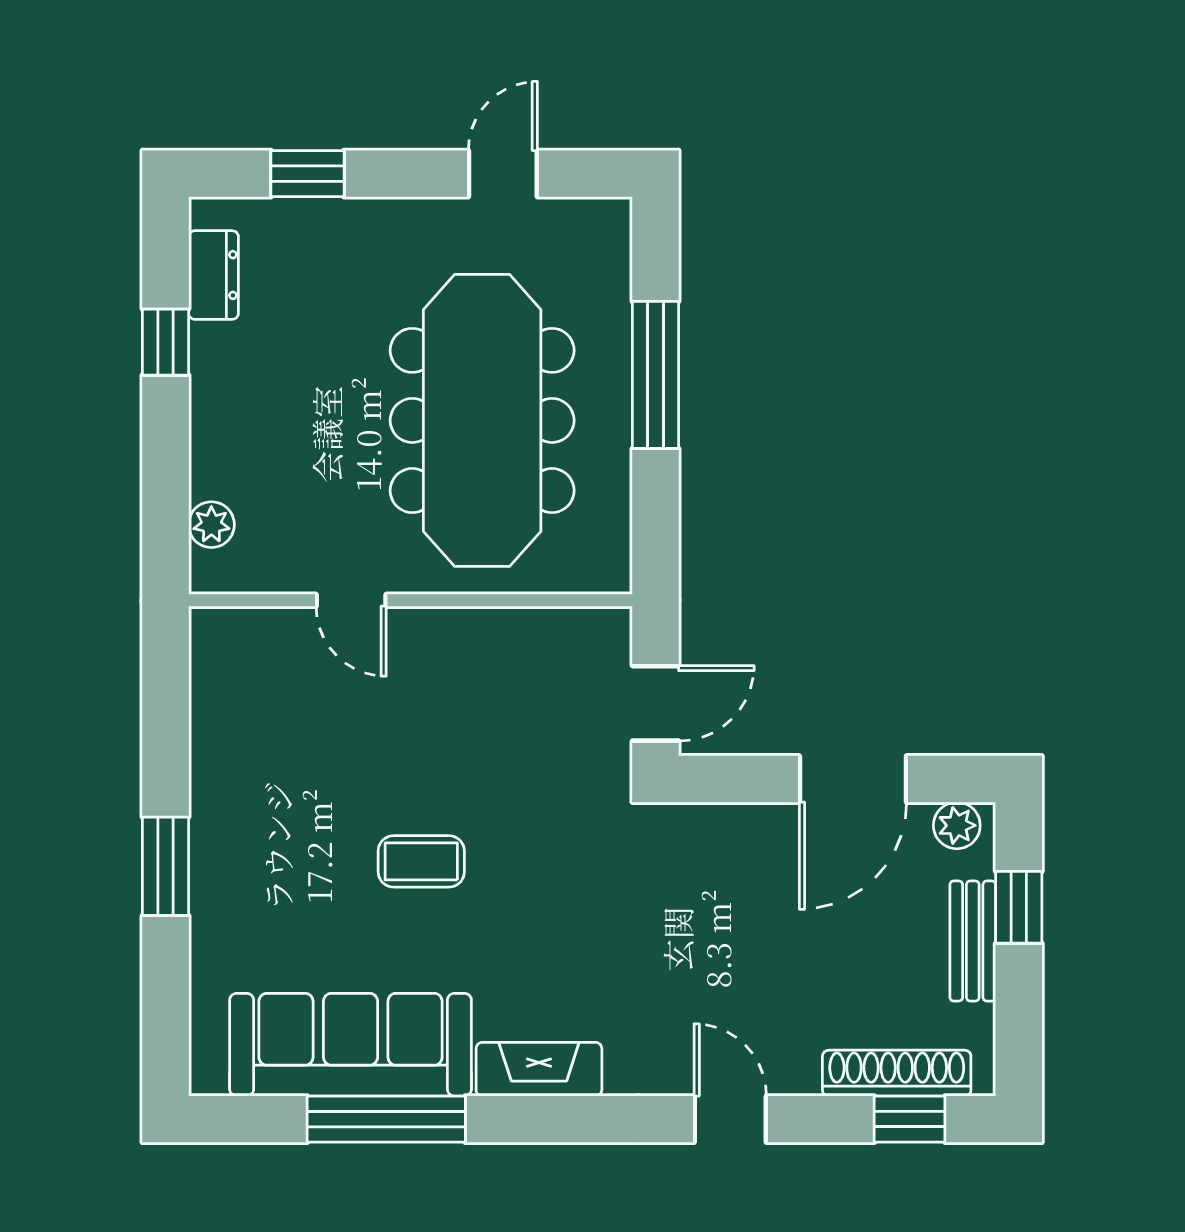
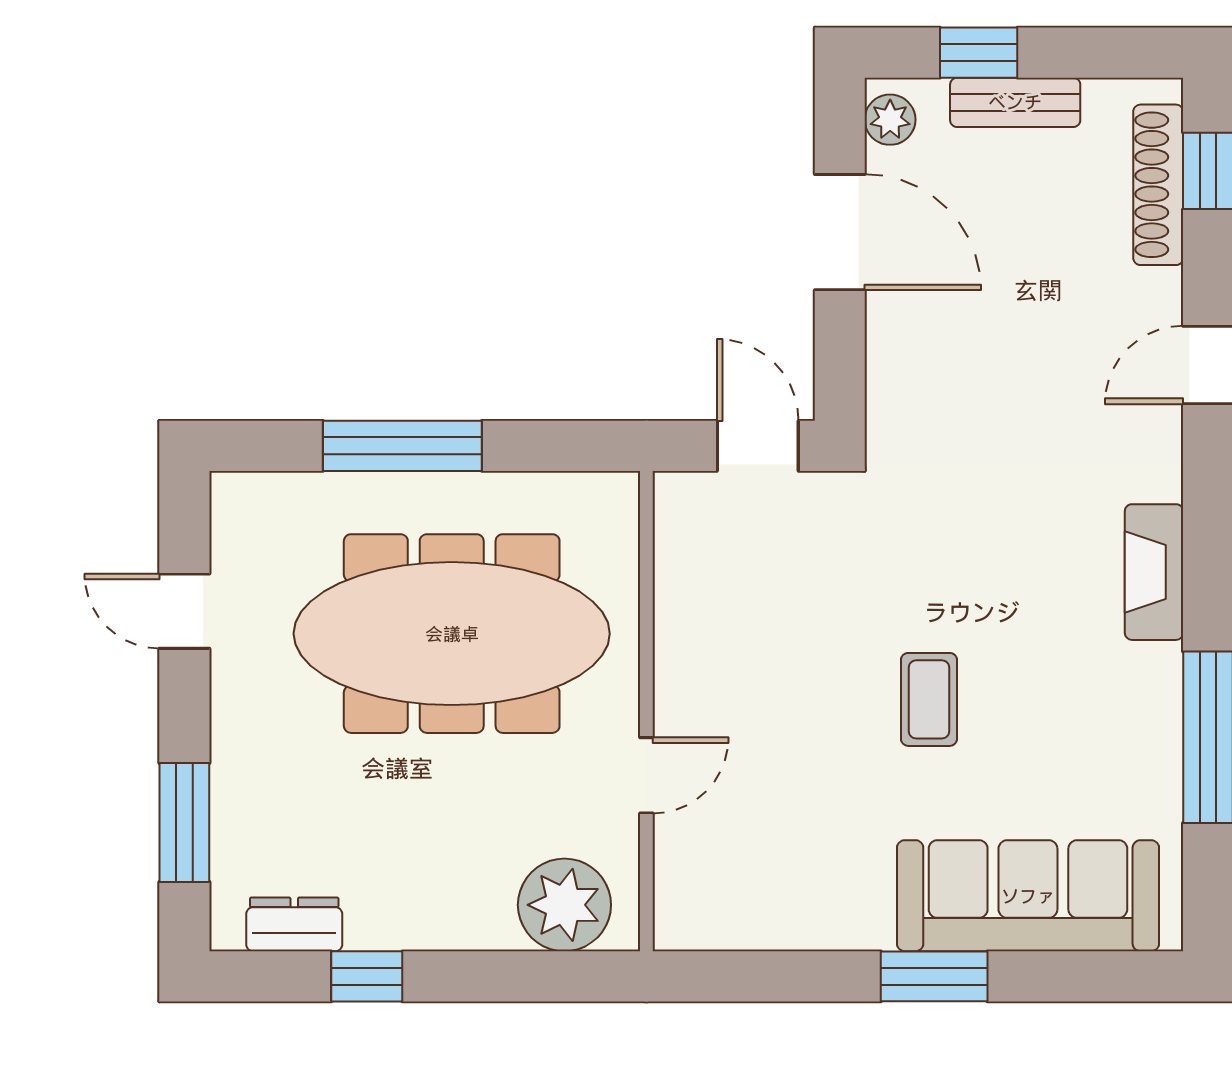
window: (308, 174) -> (184, 823), width x1.50
plant: (211, 525) -> (564, 905), width x1.87, depth x1.87
sofa: (351, 1045) -> (1028, 896), moved, turned 90

